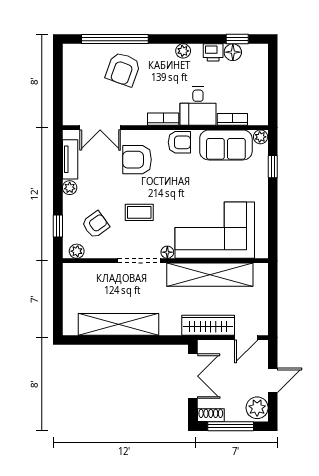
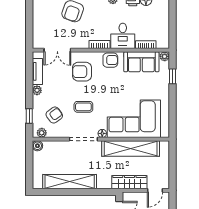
boiler: (70, 271) -> (37, 146), added

